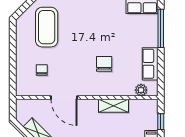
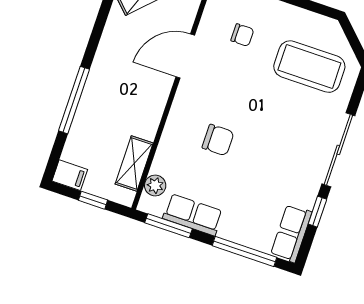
window: (161, 75) -> (169, 226), added
shelving: (113, 106) -> (134, 163), moved

